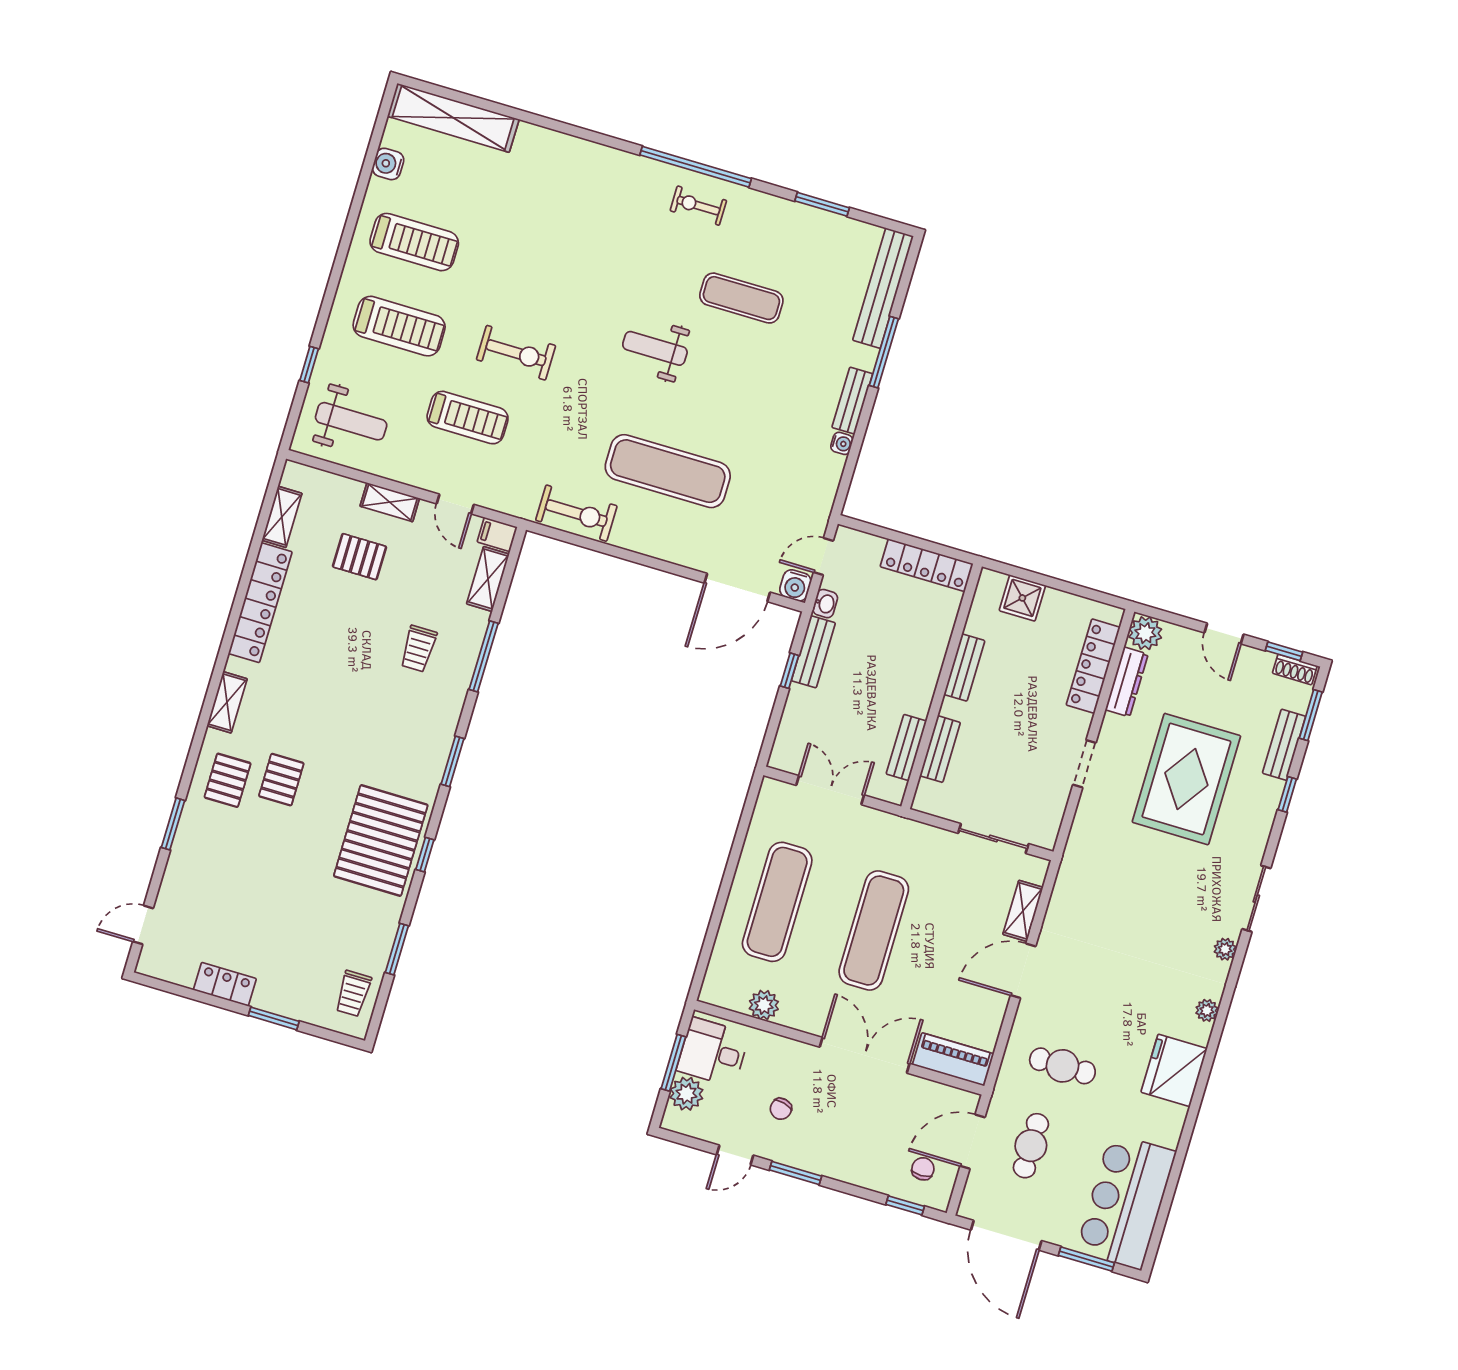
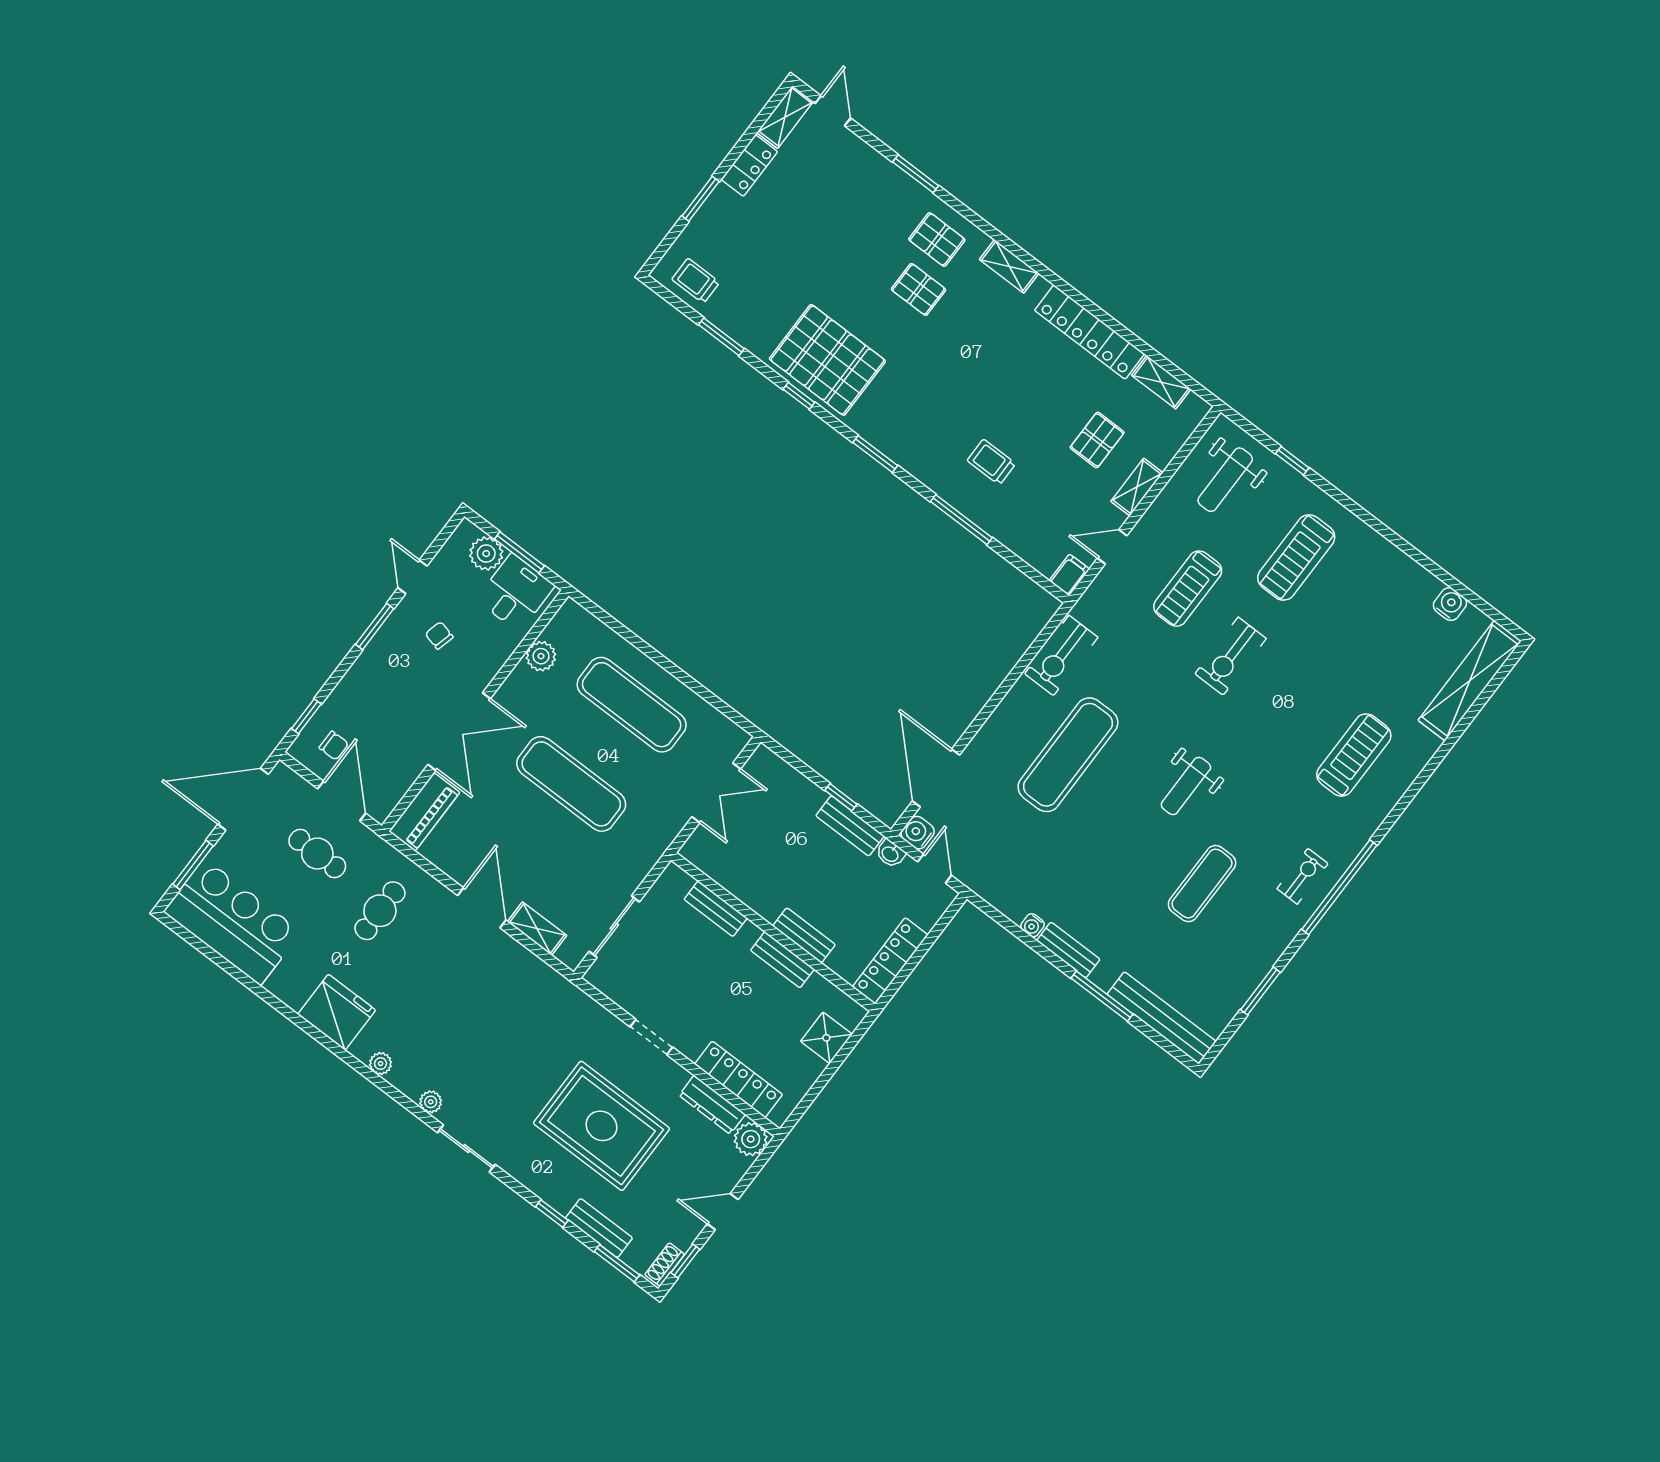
treadmill: (414, 242) -> (1354, 755), moved, turned 180
weight bench: (655, 348) -> (1186, 786), turned 180
shelving: (488, 579) -> (785, 117), moved, turned 90
bench: (906, 748) -> (804, 935), moved

